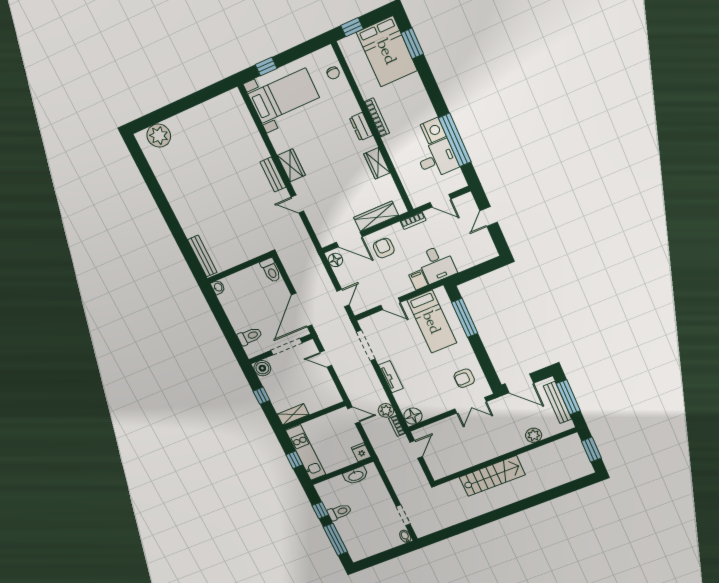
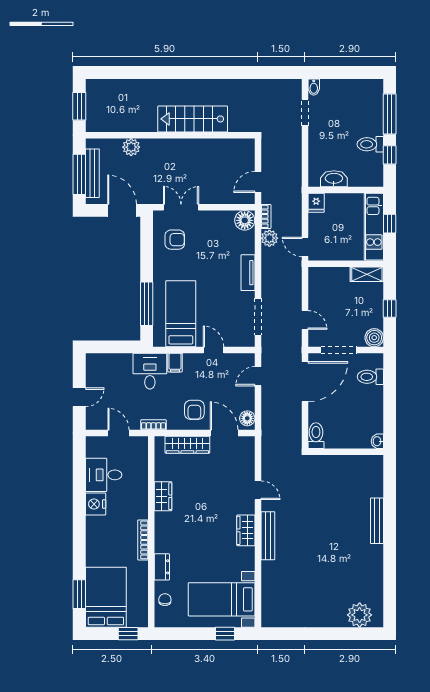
dresser: (361, 127) -> (162, 567), moved
window: (455, 140) -> (79, 486), removed
bench: (273, 175) -> (268, 536), width x1.36
bench: (202, 256) -> (377, 521), moved

